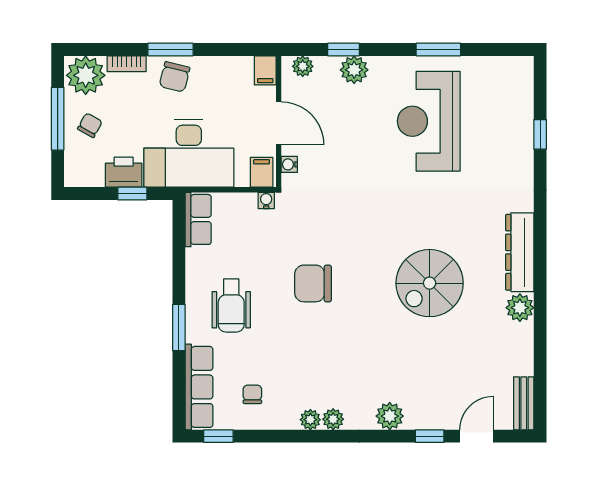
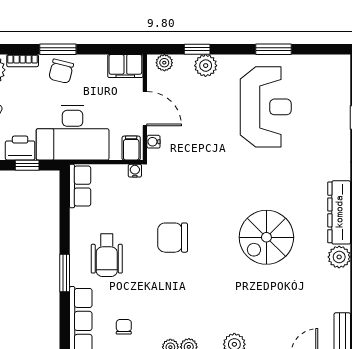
filing cabinet: (265, 70) -> (125, 66), width x2.00
reception desk: (429, 121) -> (266, 107), turned 180

